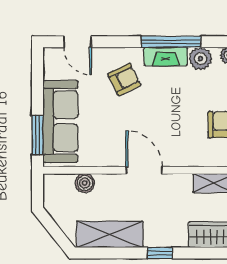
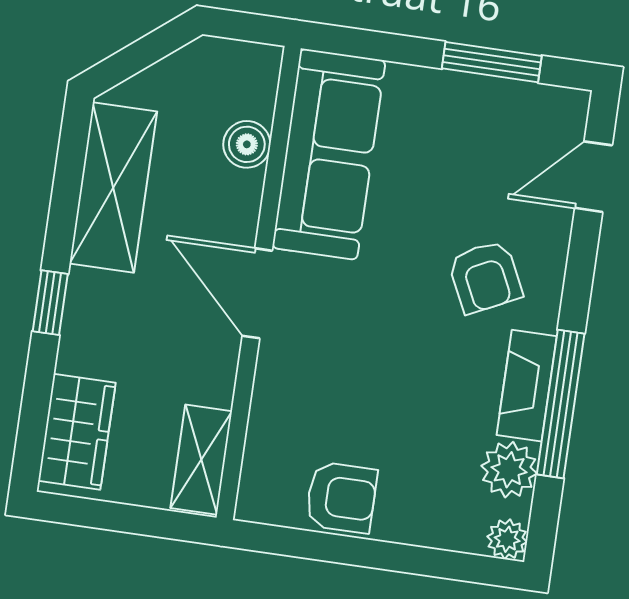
sofa: (60, 121) -> (329, 154), moved, turned -90
window: (37, 135) -> (492, 62), moved
door: (144, 170) -> (257, 293), swing flipped

